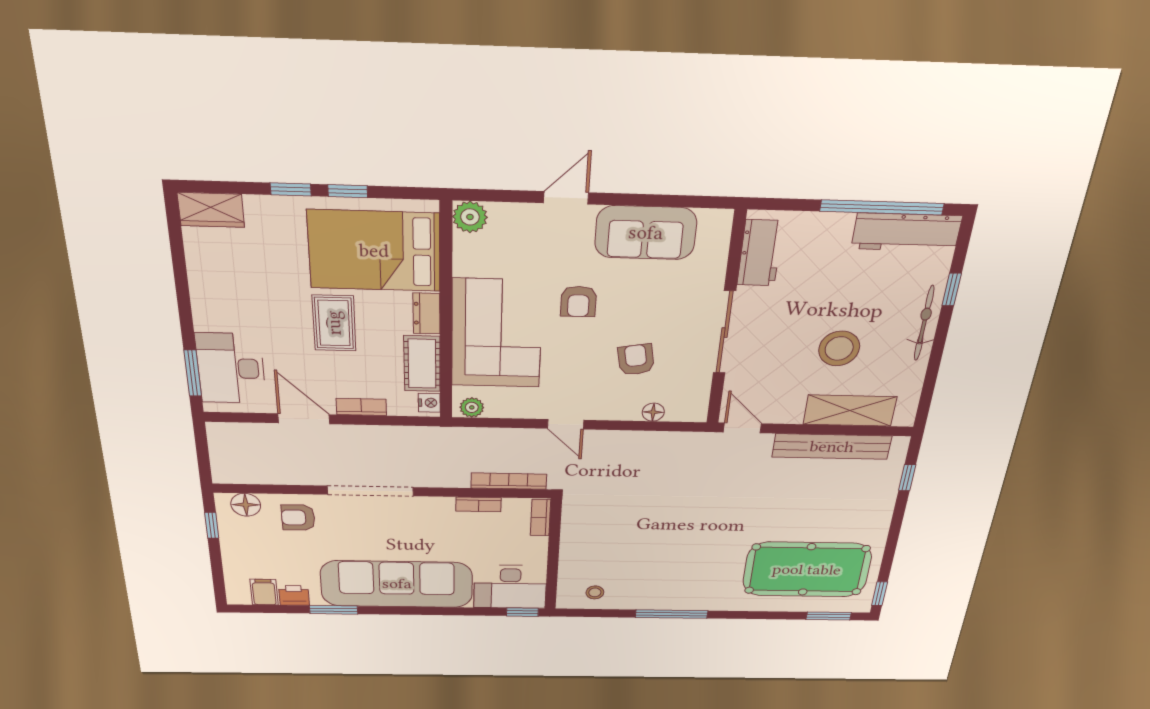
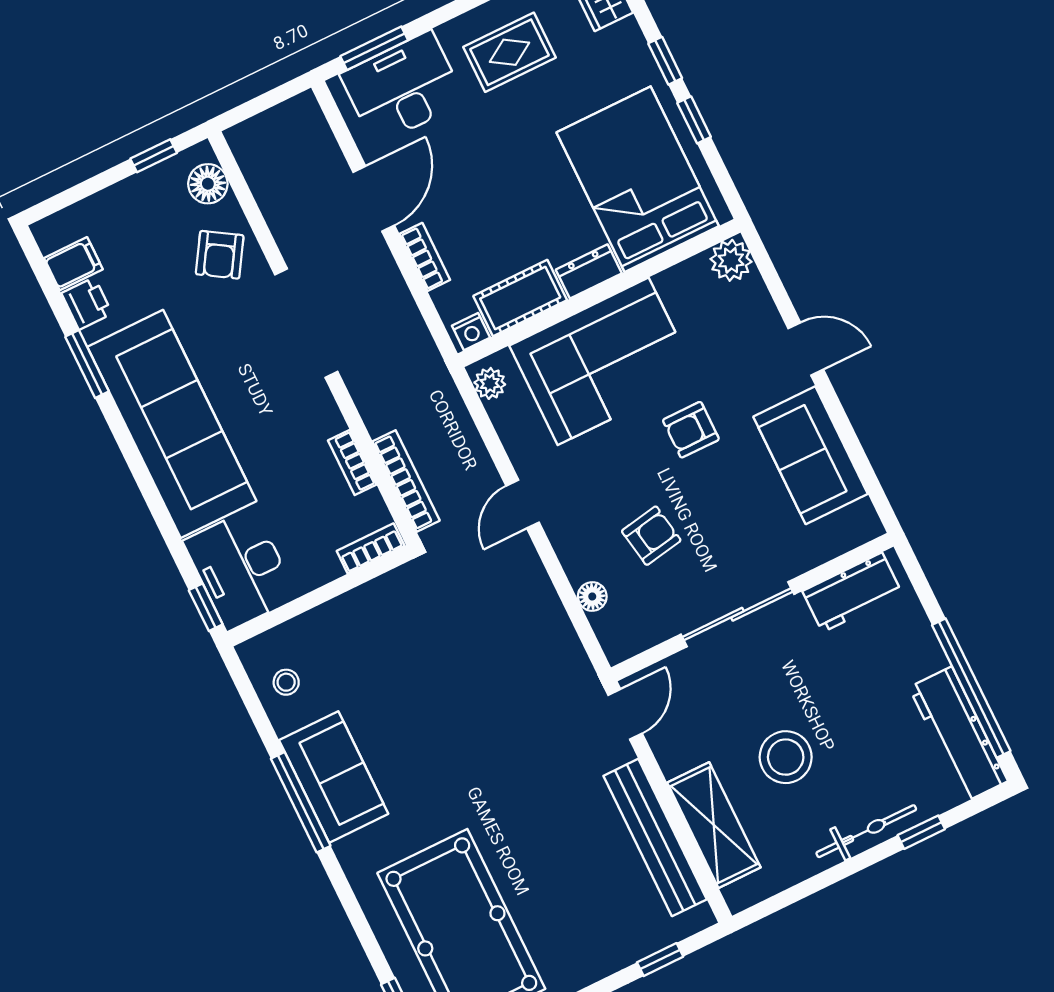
rug: (334, 323) -> (510, 52), moved
armchair: (298, 518) -> (220, 255), turned -148
sofa: (669, 593) -> (334, 777), added

